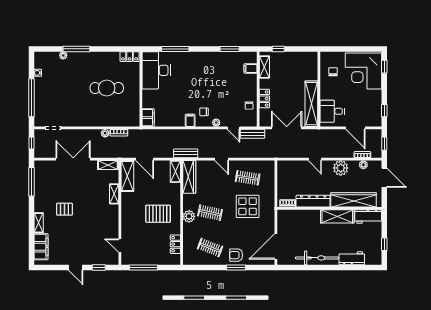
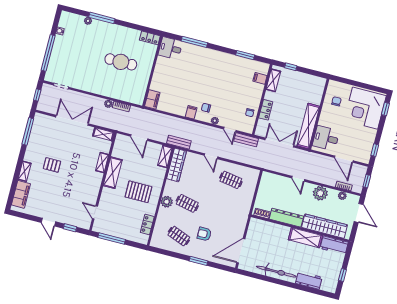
desk: (156, 70) -> (170, 48), width x0.53, depth x0.77
shelving: (127, 176) -> (113, 173), moved
display table: (248, 206) -> (224, 207), removed
armchair: (236, 255) -> (204, 234), moved

